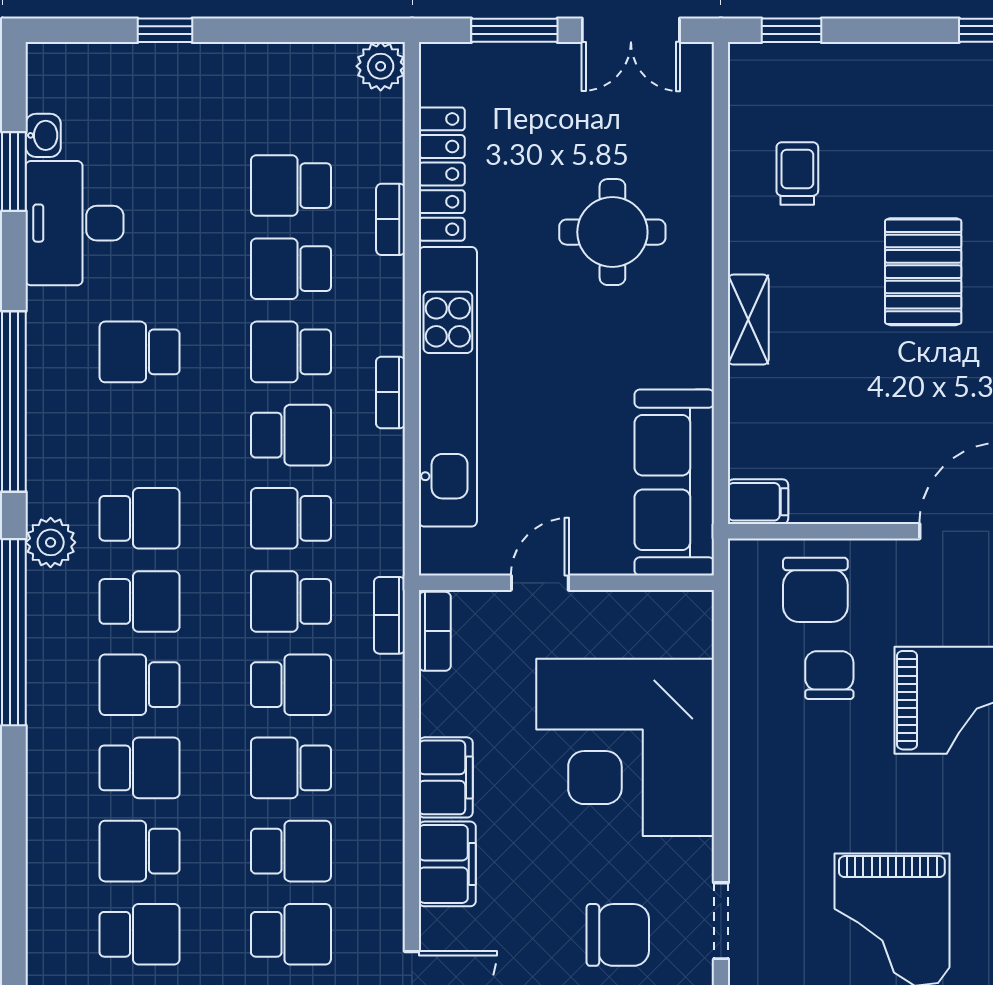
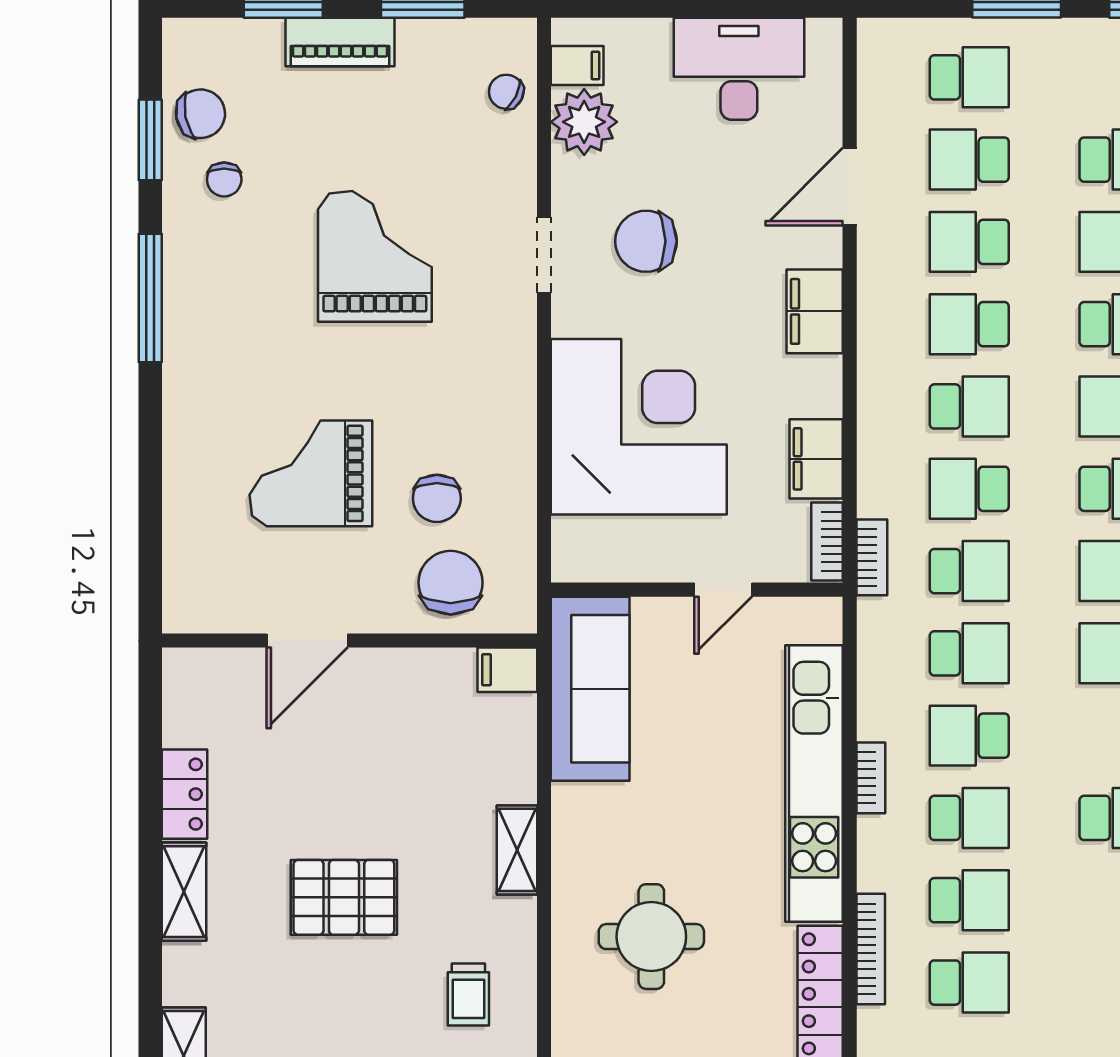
bookcase: (391, 219) -> (871, 949), width x1.56
pallet: (923, 272) -> (344, 897), turned 90
filing cabinet: (446, 777) -> (816, 459), moved

